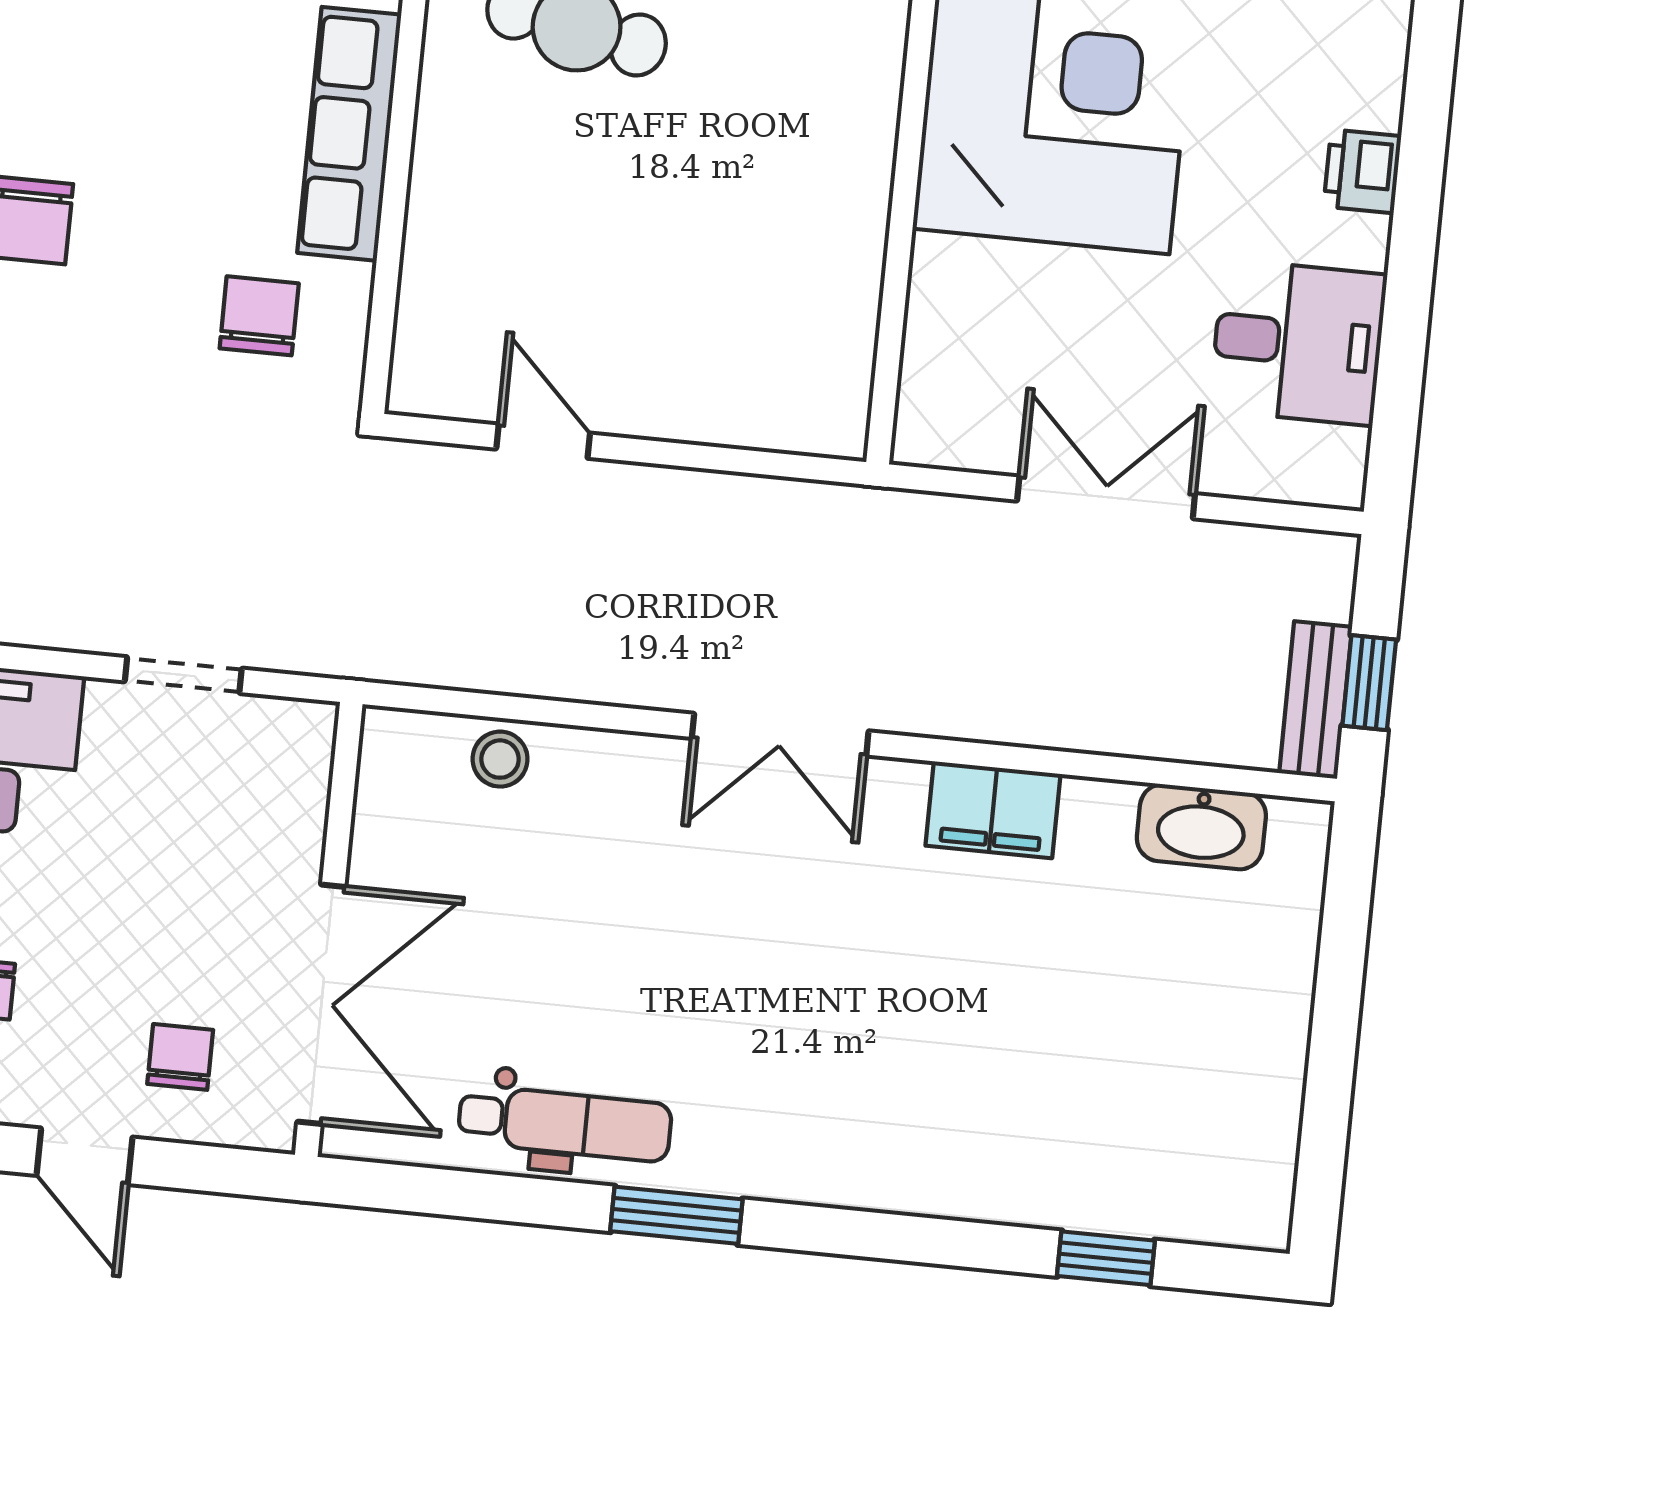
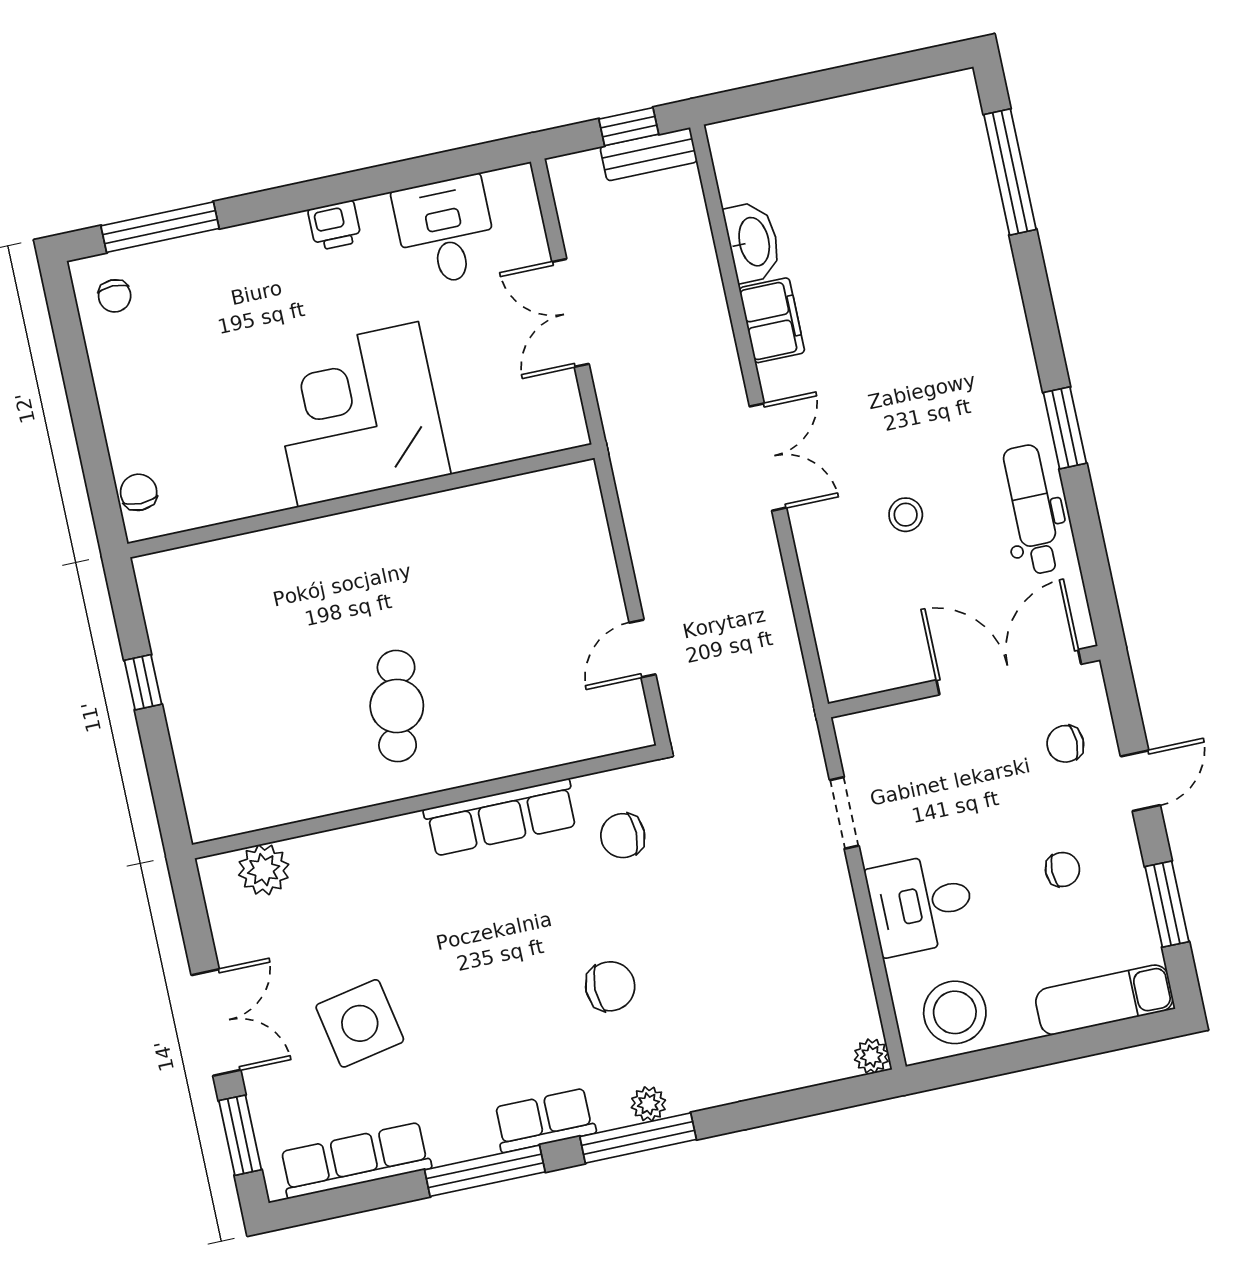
stool: (500, 759) -> (906, 515), moved
washbasin: (1201, 827) -> (753, 242), moved
window: (1106, 1258) -> (1010, 172), width x2.17

